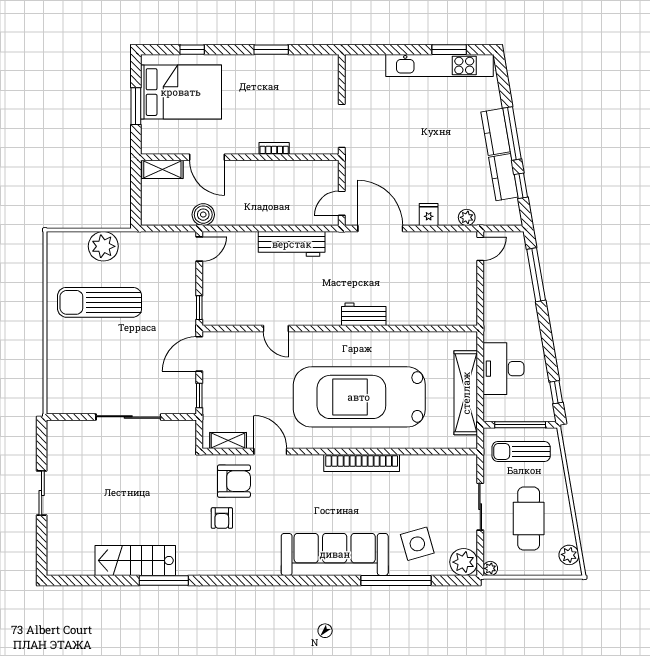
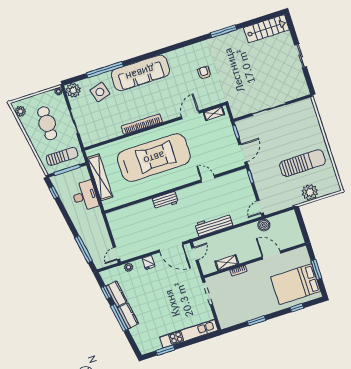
kitchen unit: (440, 66) -> (189, 334), moved
shelving: (162, 169) -> (227, 263), moved
door: (270, 452) -> (190, 115), swing flipped
armchair: (234, 481) -> (204, 94), removed
stairs: (135, 561) -> (266, 29), moved

